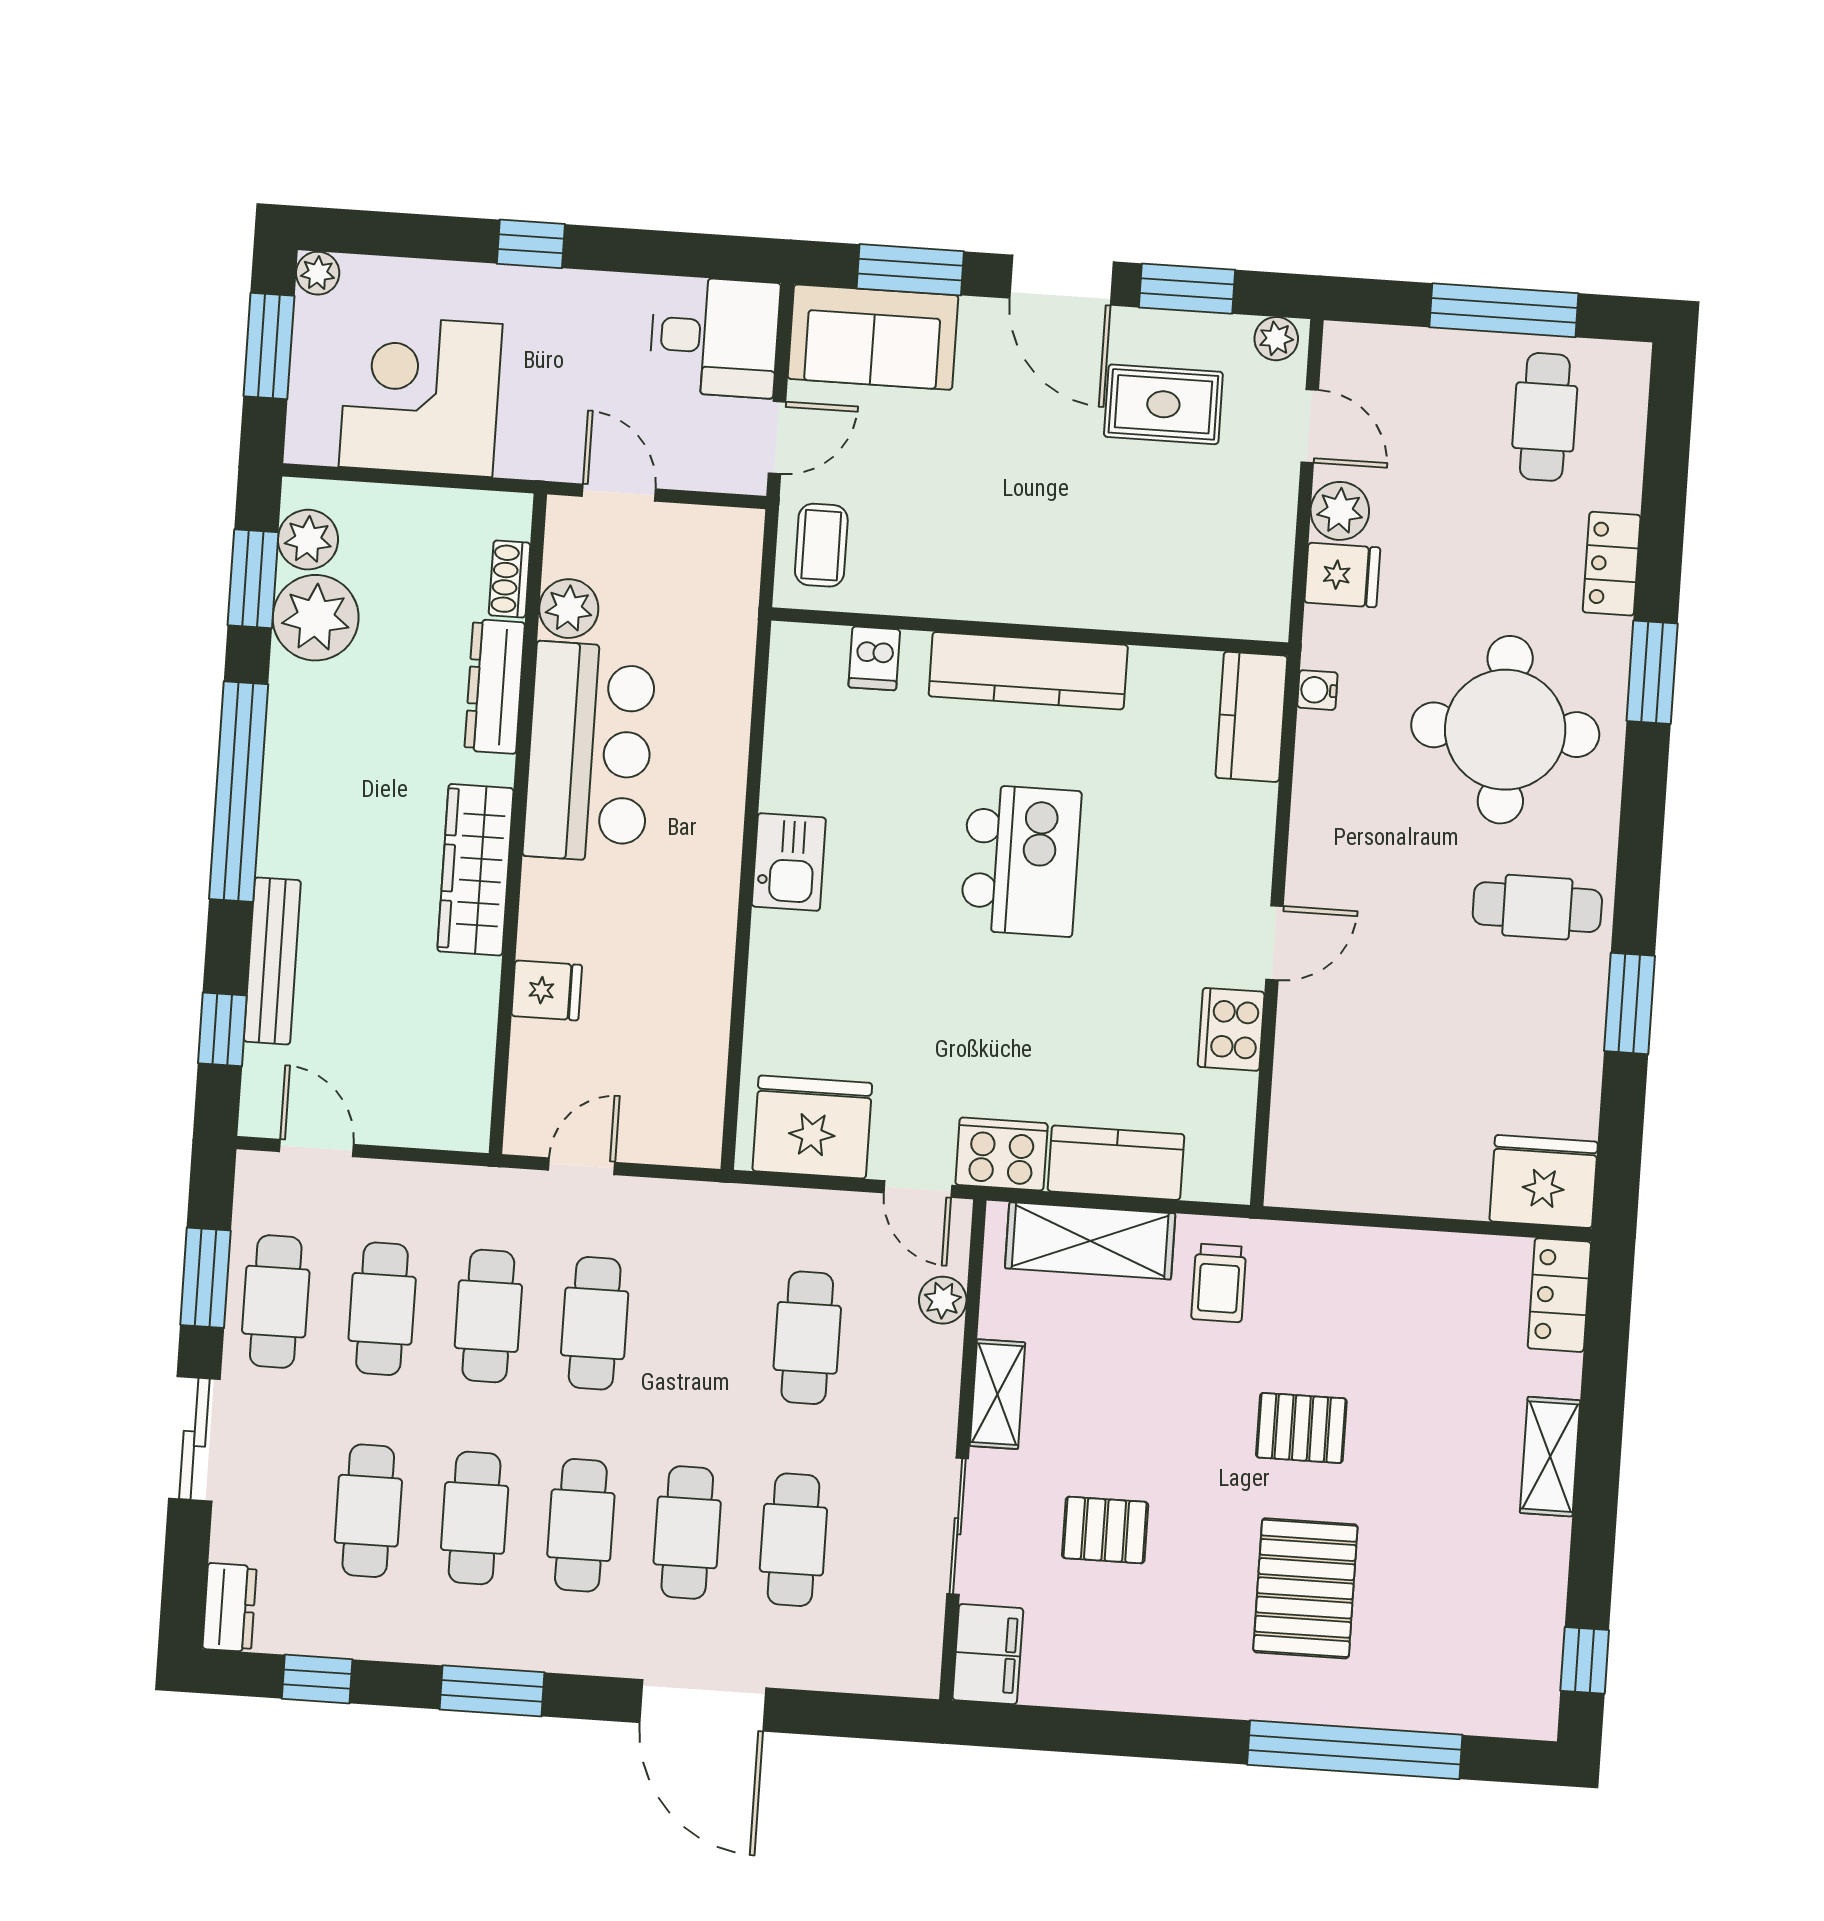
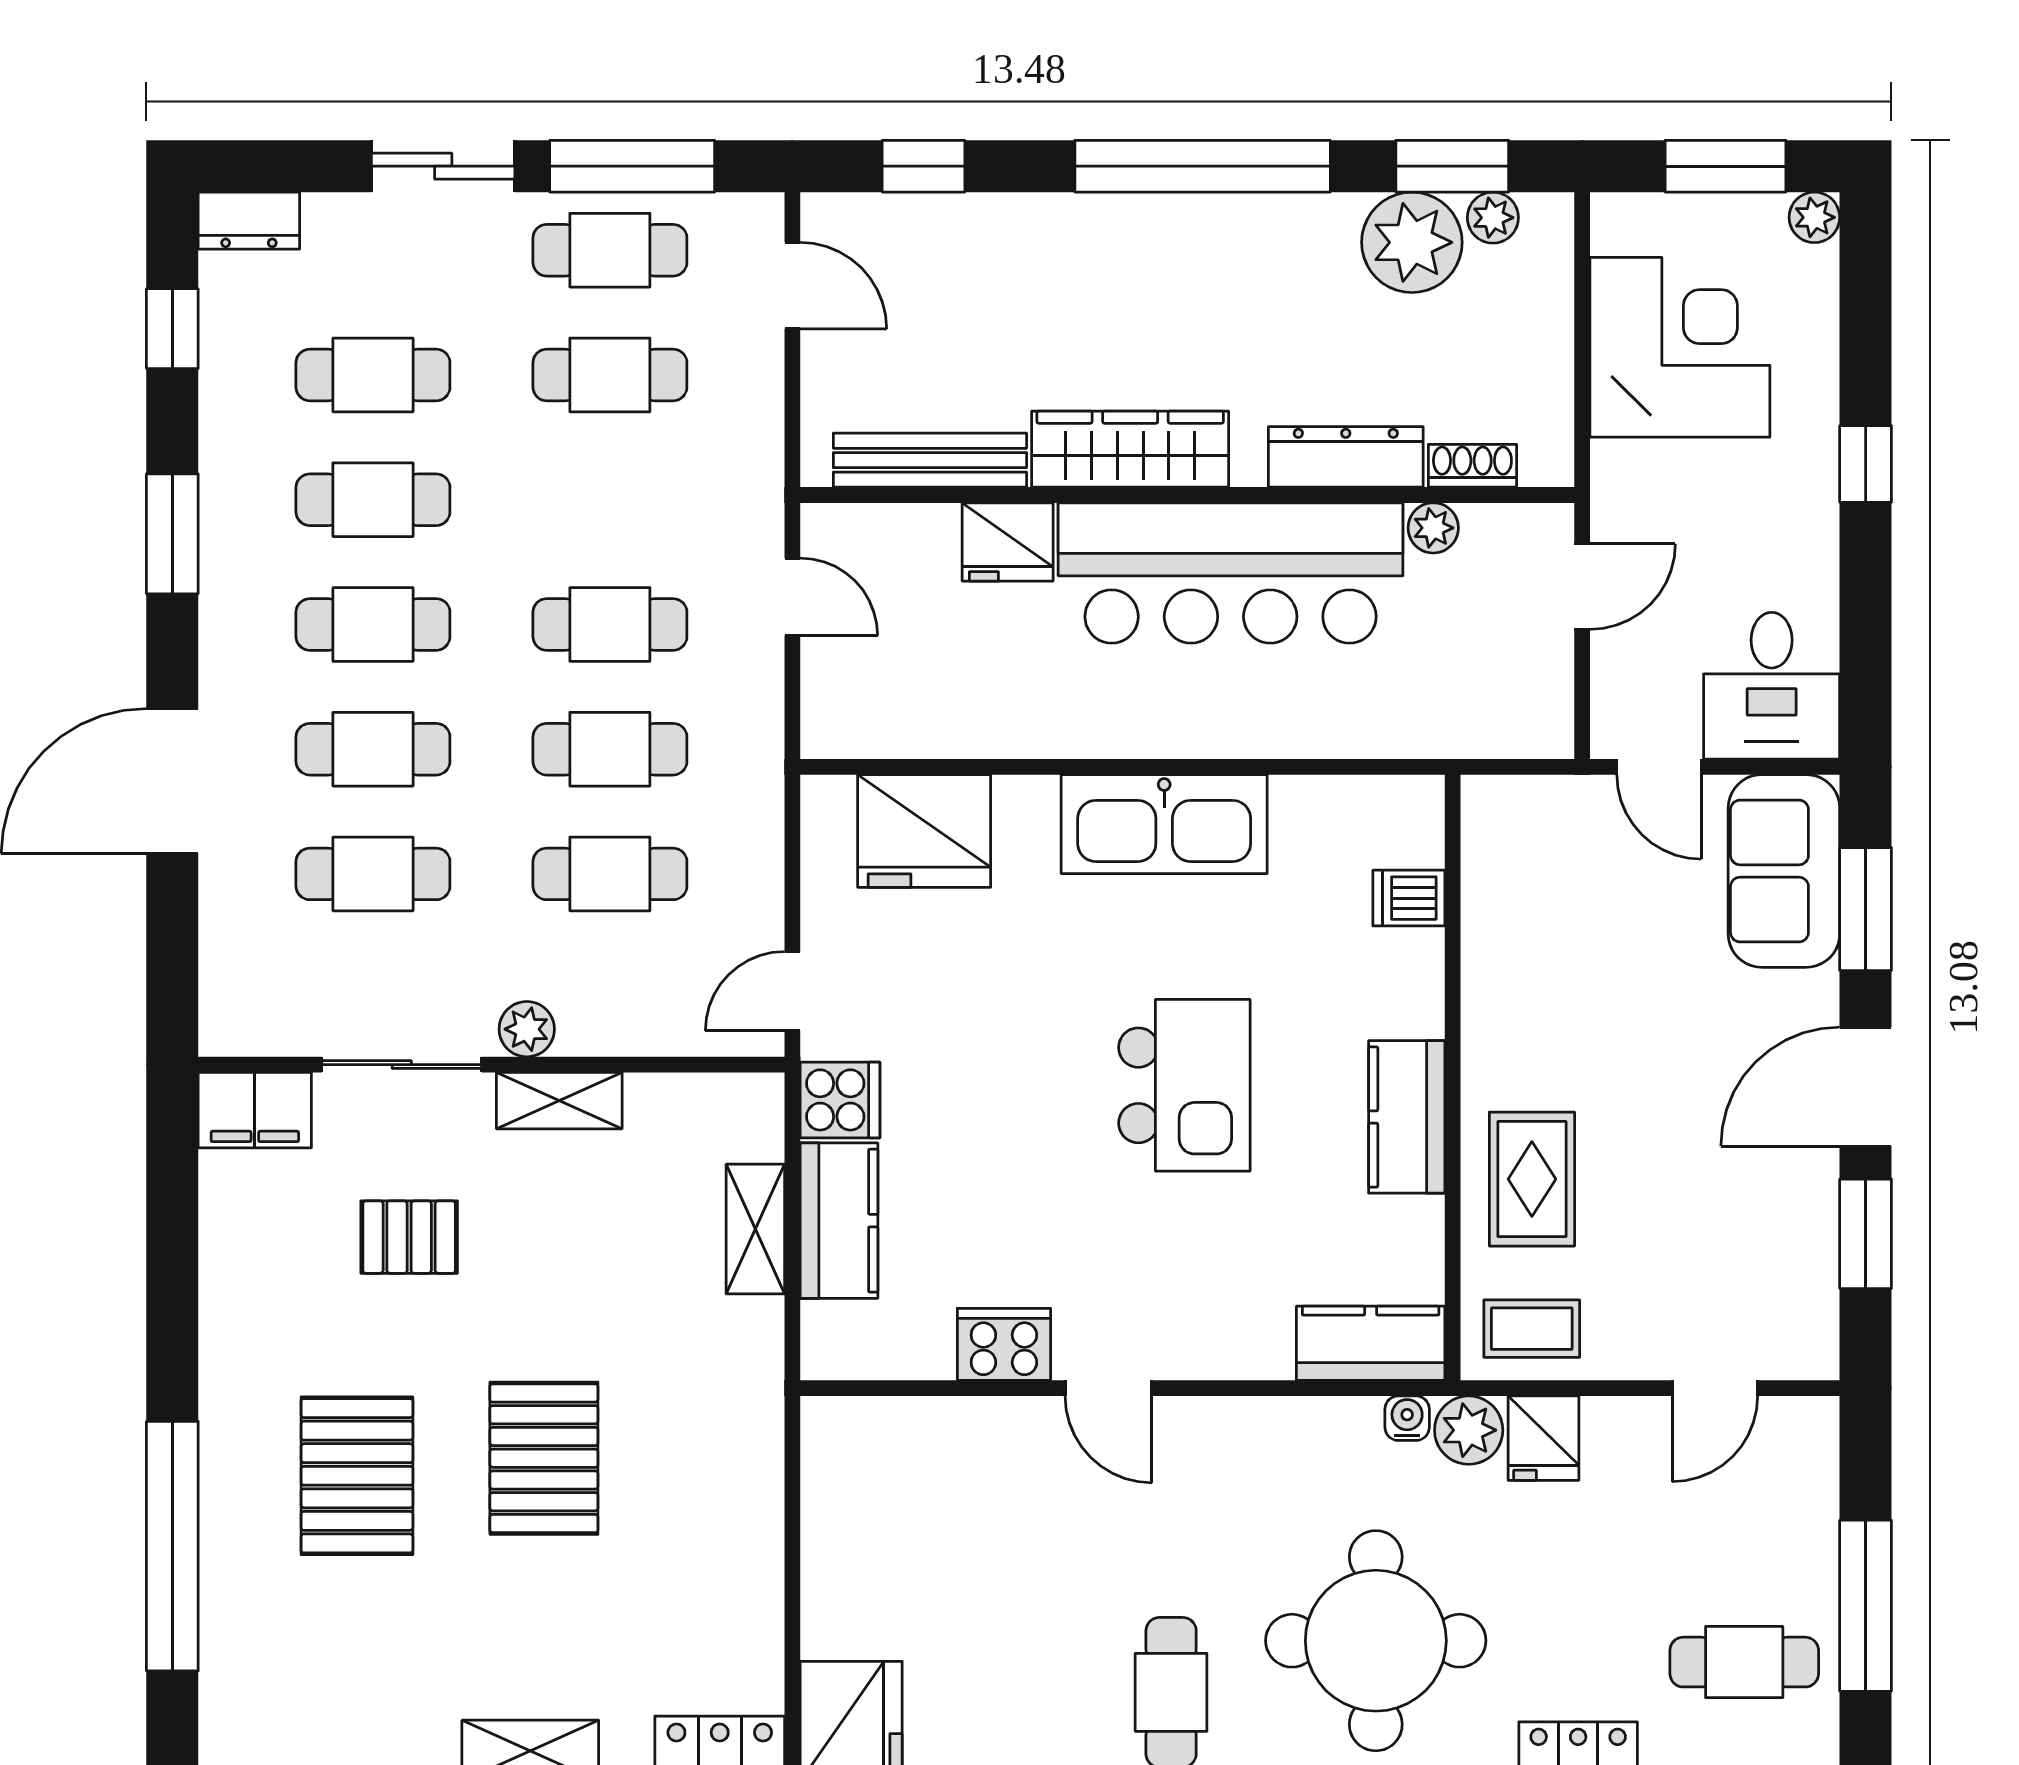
plant: (1276, 339) -> (1814, 1342), removed
rug: (1163, 404) -> (1532, 1179), moved
plant: (1340, 511) -> (1469, 1430), moved
plant: (308, 540) -> (1493, 218), width x0.73, depth x0.73
coffee table: (821, 545) -> (1532, 1329), moved
plant: (569, 609) -> (1433, 528), width x0.73, depth x0.73
kitchen counter: (1028, 671) -> (1407, 1117), width x0.67
bar counter: (590, 752) -> (1231, 573), width x1.36
kitchen island: (1021, 861) -> (1184, 1085), turned -90
kitchen sink: (789, 862) -> (1164, 824), width x1.88, depth x1.24
bench: (272, 961) -> (930, 460), moved
fridge: (547, 990) -> (1008, 542), width x1.38
fridge: (812, 1127) -> (924, 831), moved, turned 90
door: (317, 1148) -> (792, 286), hinge flipped
cooker: (1002, 1154) -> (840, 1100), width x0.73
shelving: (1090, 1241) -> (755, 1229), width x0.67, depth x0.75
window: (205, 1278) -> (632, 166), width x1.44
trolley: (1219, 1283) -> (707, 1350), removed
plant: (943, 1300) -> (527, 1029), moved
cafe table: (488, 1316) -> (610, 749), moved
pallet: (1301, 1428) -> (544, 1458), width x1.50, depth x1.42
pallet: (1105, 1530) -> (409, 1237), turned 90
pallet: (1305, 1588) -> (357, 1476), turned 90

